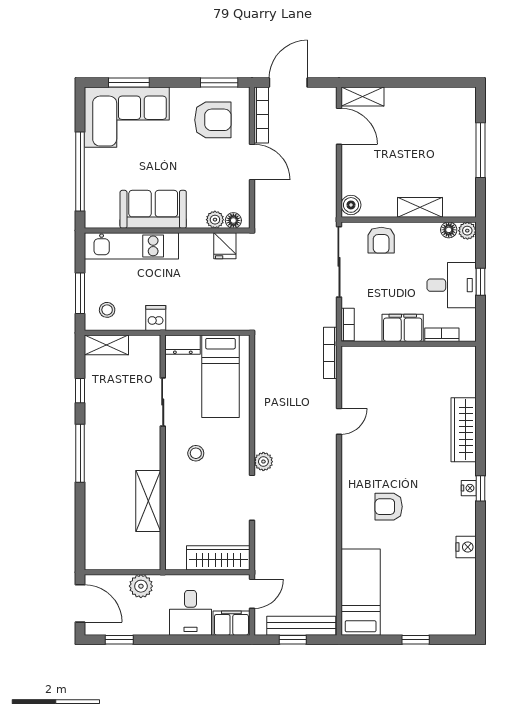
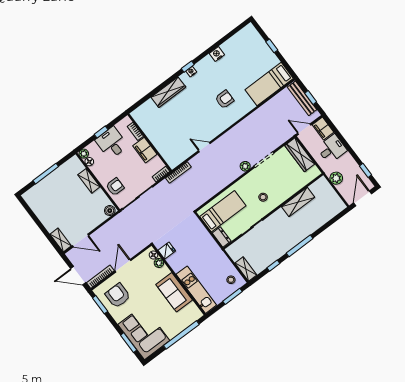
door: (339, 126) -> (80, 240), swing flipped
dishwasher: (156, 318) -> (219, 257), removed
armchair: (389, 507) -> (224, 99), turned -90

